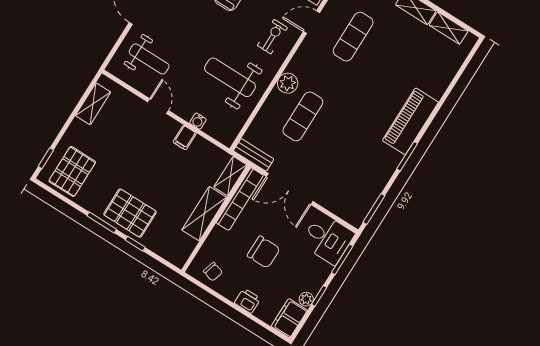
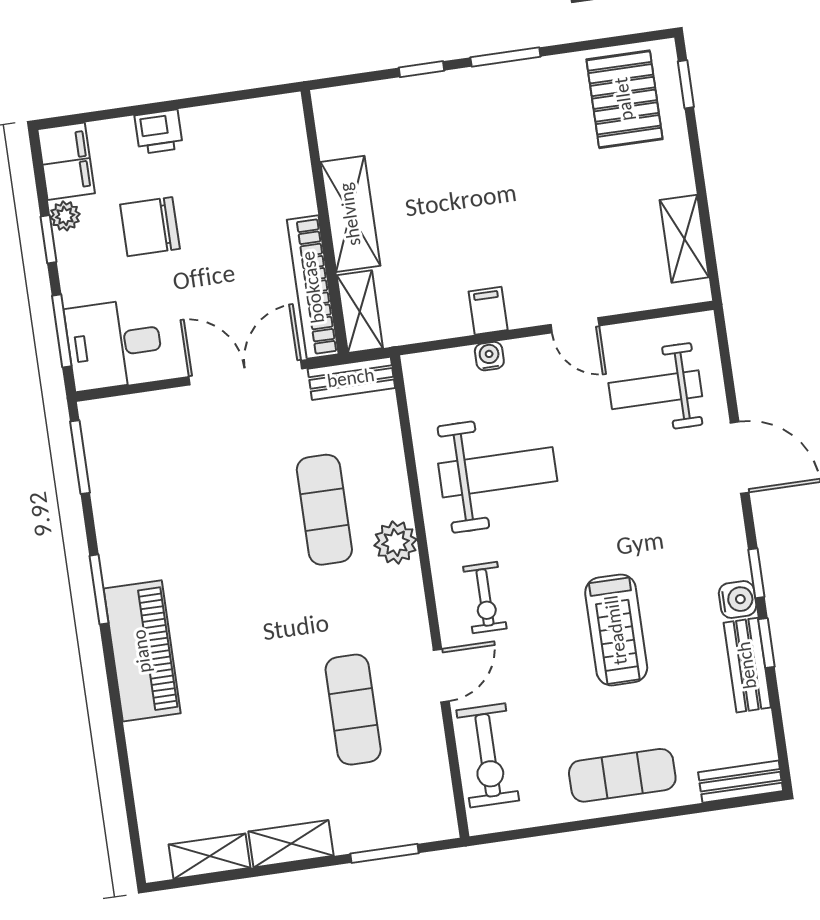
pallet: (130, 213) -> (472, 112), removed
chair: (264, 252) -> (150, 227), moved
chair: (213, 272) -> (255, 131), removed

